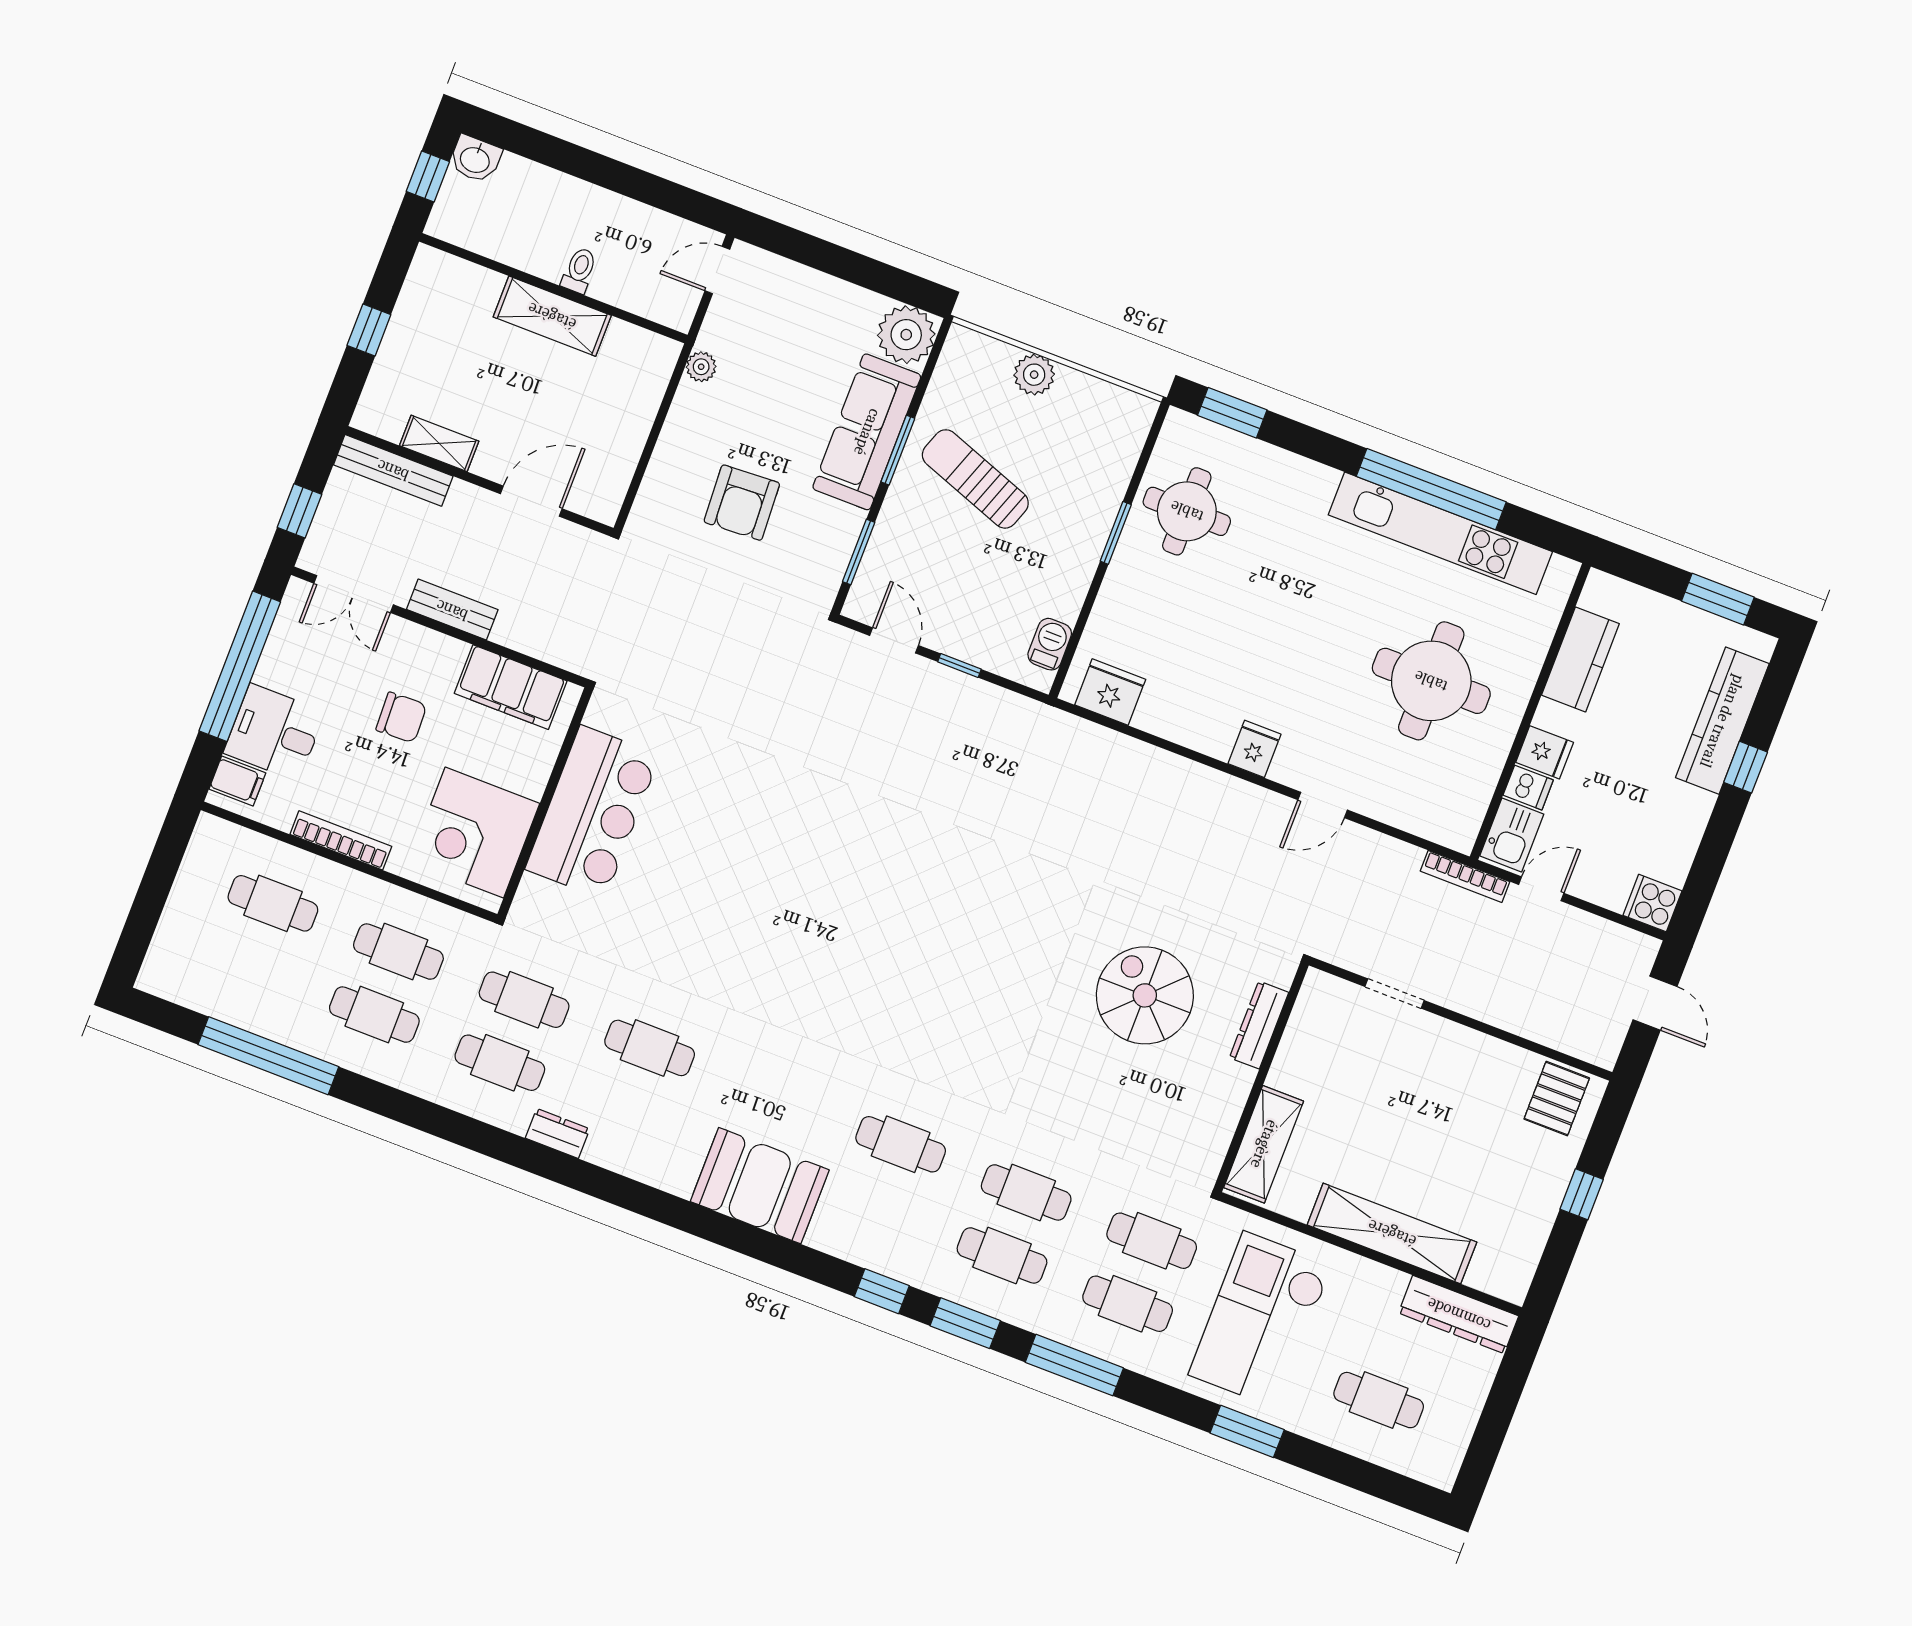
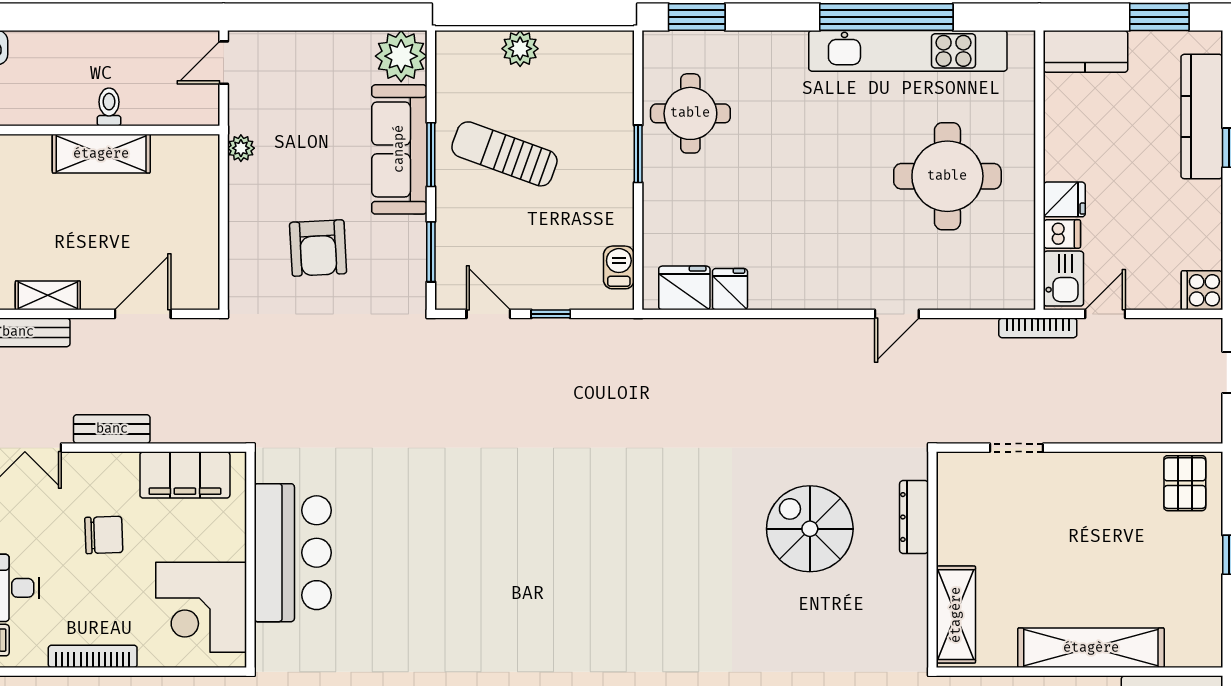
kitchen counter: (1580, 659) -> (1085, 51), moved, turned 90
fridge: (1254, 749) -> (730, 289), moved

